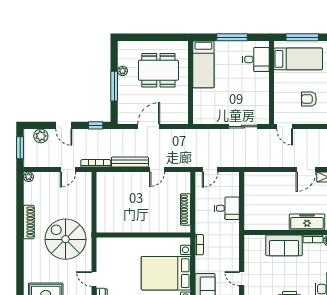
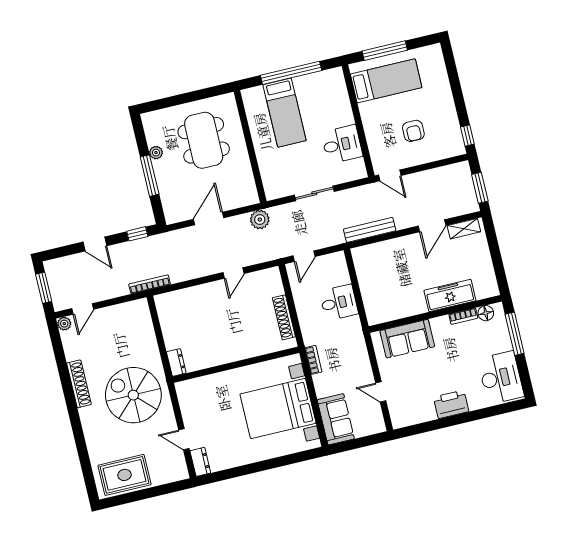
window: (232, 37) -> (291, 73), width x1.46
desk: (256, 59) -> (342, 144), moved
bed: (203, 64) -> (285, 113), moved
dining table: (158, 70) -> (204, 140), turned 90
armchair: (309, 99) -> (413, 131), turned -90
sliding door: (243, 127) -> (314, 193), moved
plant: (41, 136) -> (260, 220), moved
bench: (130, 162) -> (370, 230), moved
door: (68, 169) -> (83, 309), moved
dresser: (102, 223) -> (176, 362), added
sofa: (284, 245) -> (407, 339), moved

